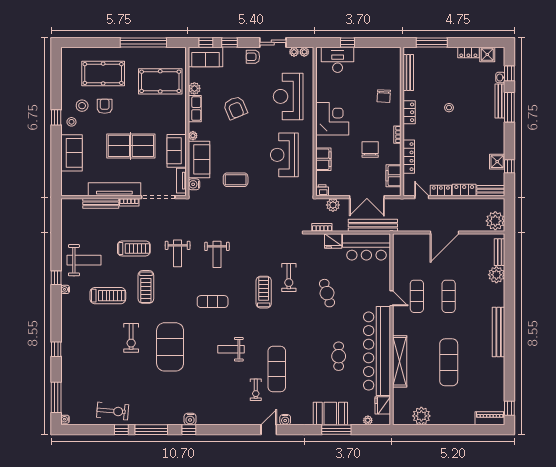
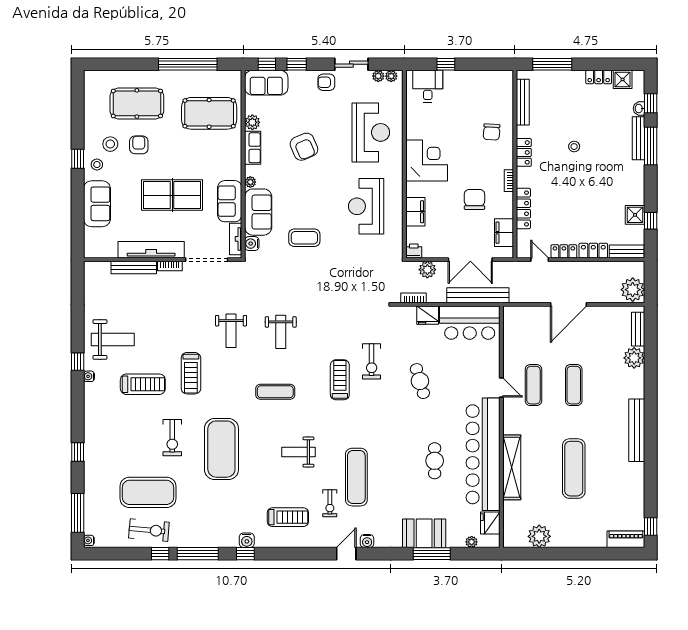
desk: (338, 60) -> (428, 86), width x0.73
reception desk: (288, 96) -> (371, 132), turned 180
treadmill: (134, 248) -> (288, 517), moved
exercise mat: (112, 381) -> (148, 492), added

